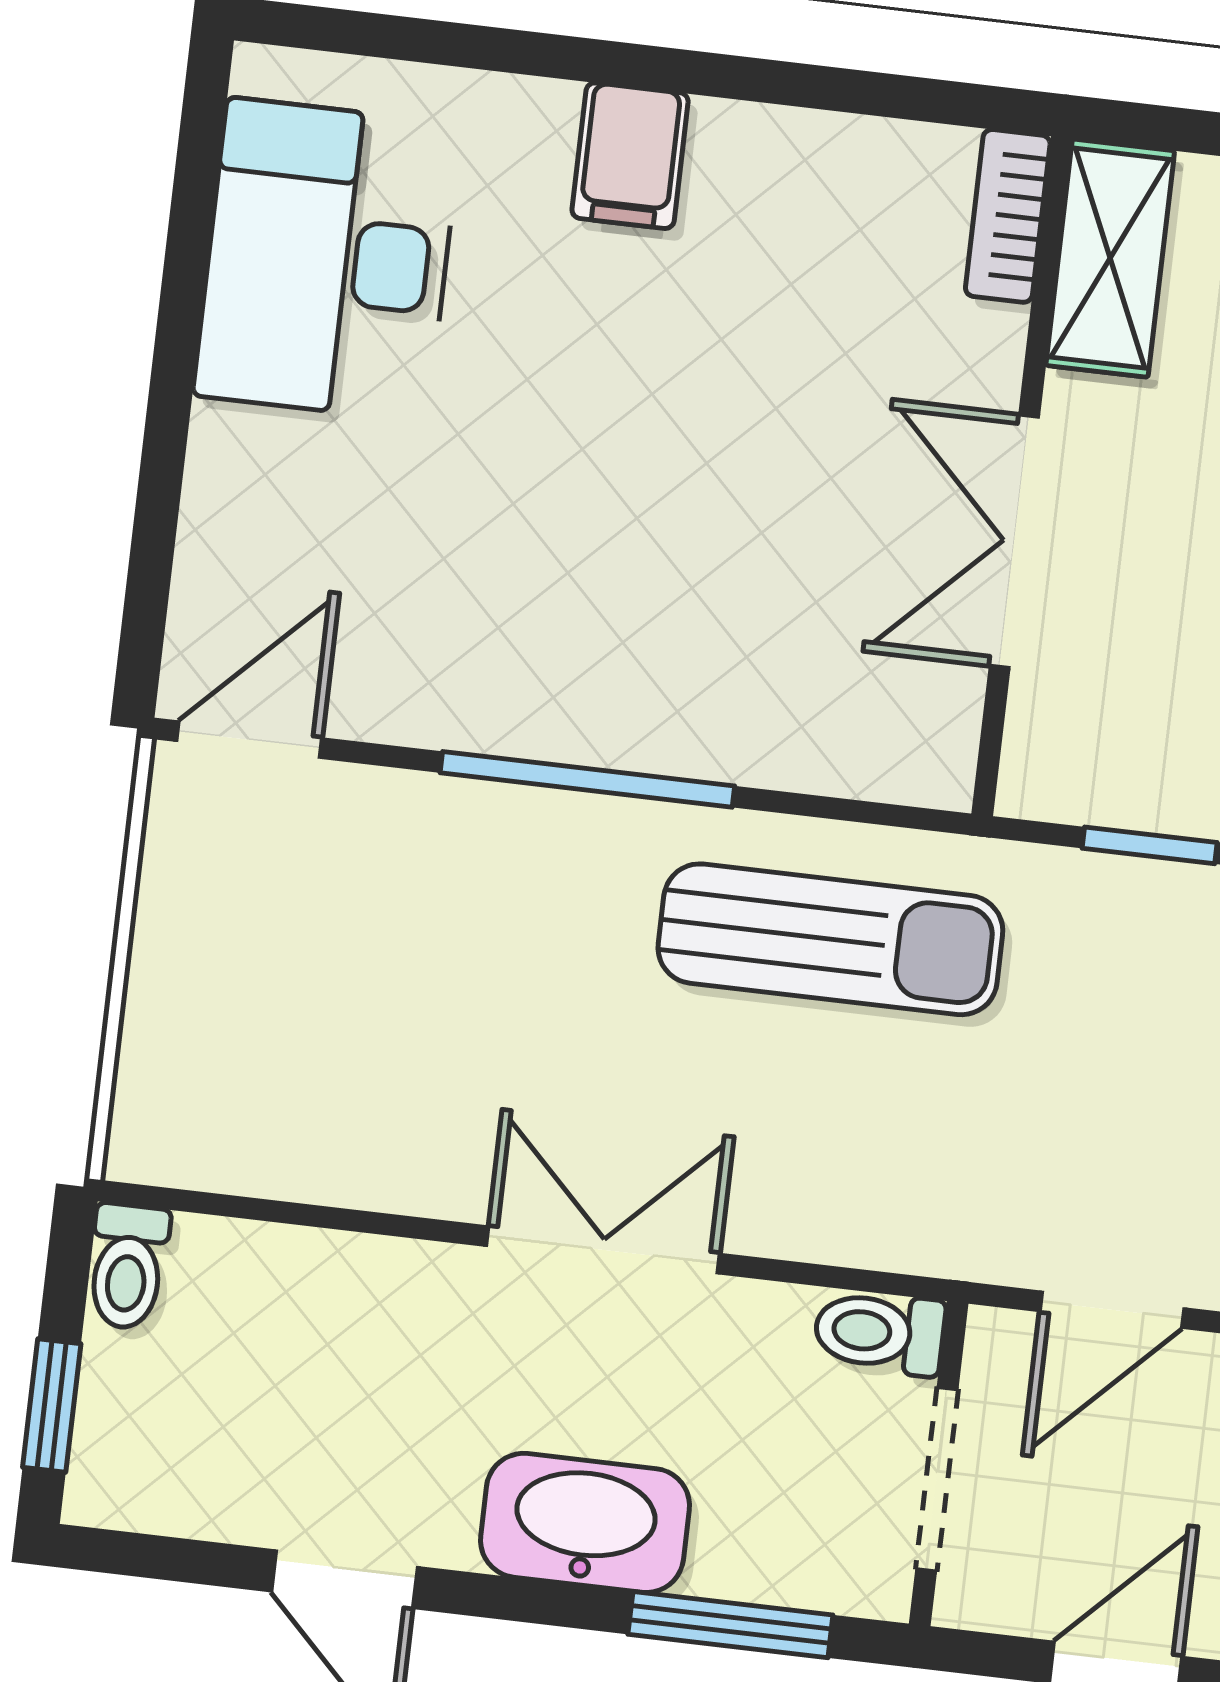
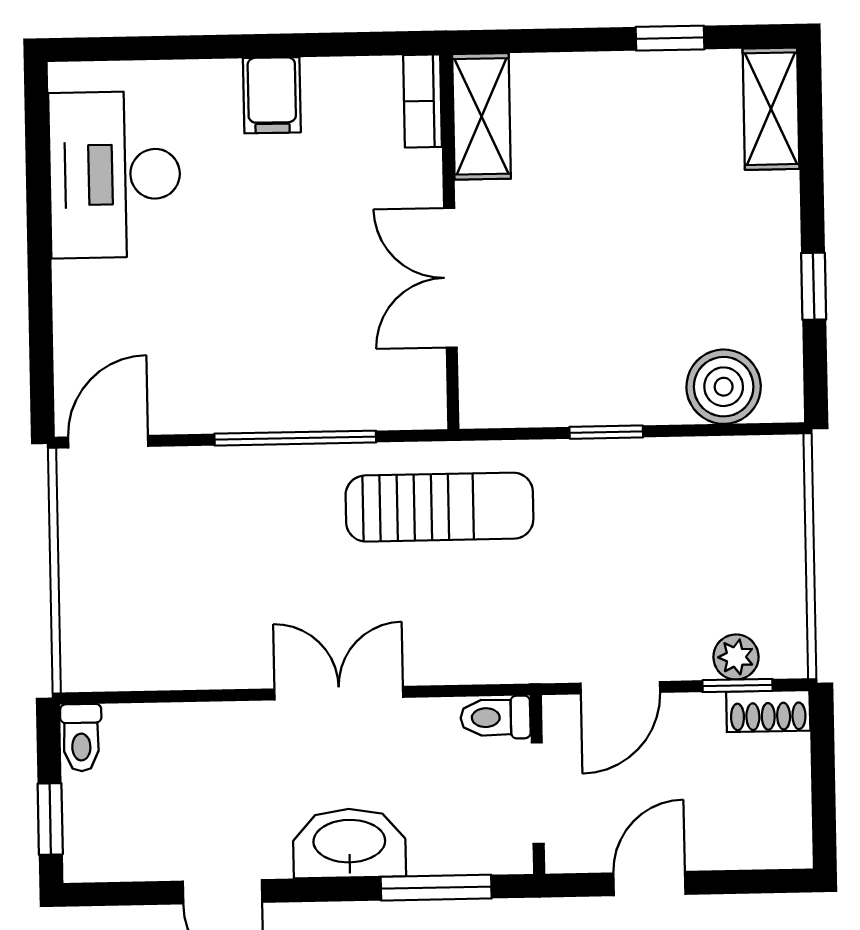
bookcase: (1008, 216) -> (423, 101), moved
shelving: (1110, 258) -> (482, 116), moved
wall: (1022, 476) -> (450, 242), moved
double door: (1014, 541) -> (450, 278), moved

